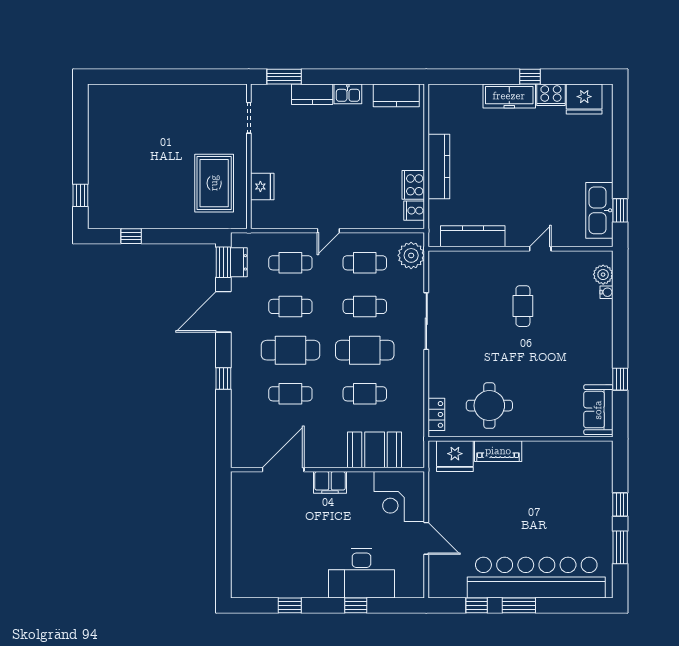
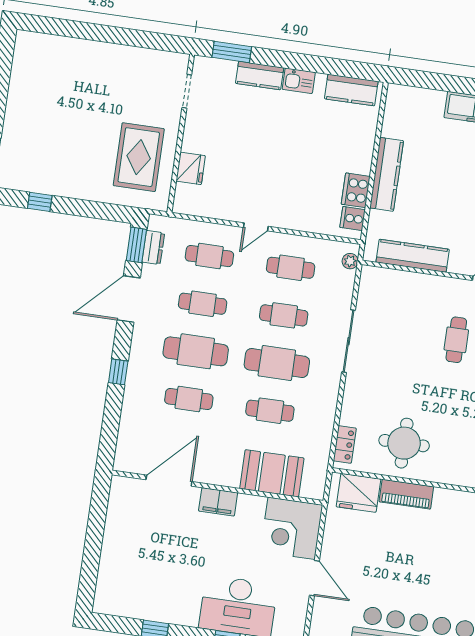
plant: (411, 255) -> (350, 261), width x0.53, depth x0.53

